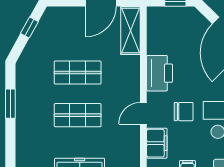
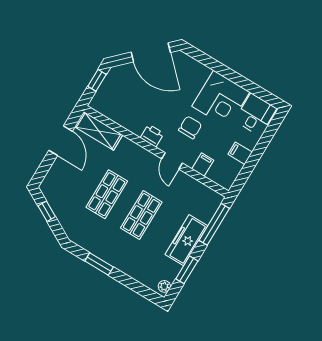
printer: (160, 73) -> (152, 136), width x0.53, depth x0.68
filing cabinet: (157, 143) -> (203, 165), width x0.50

